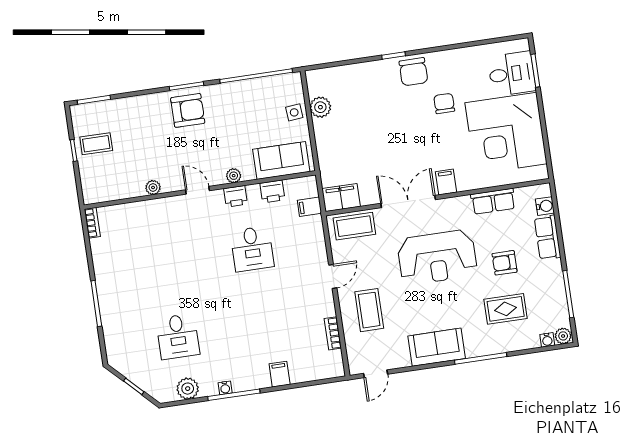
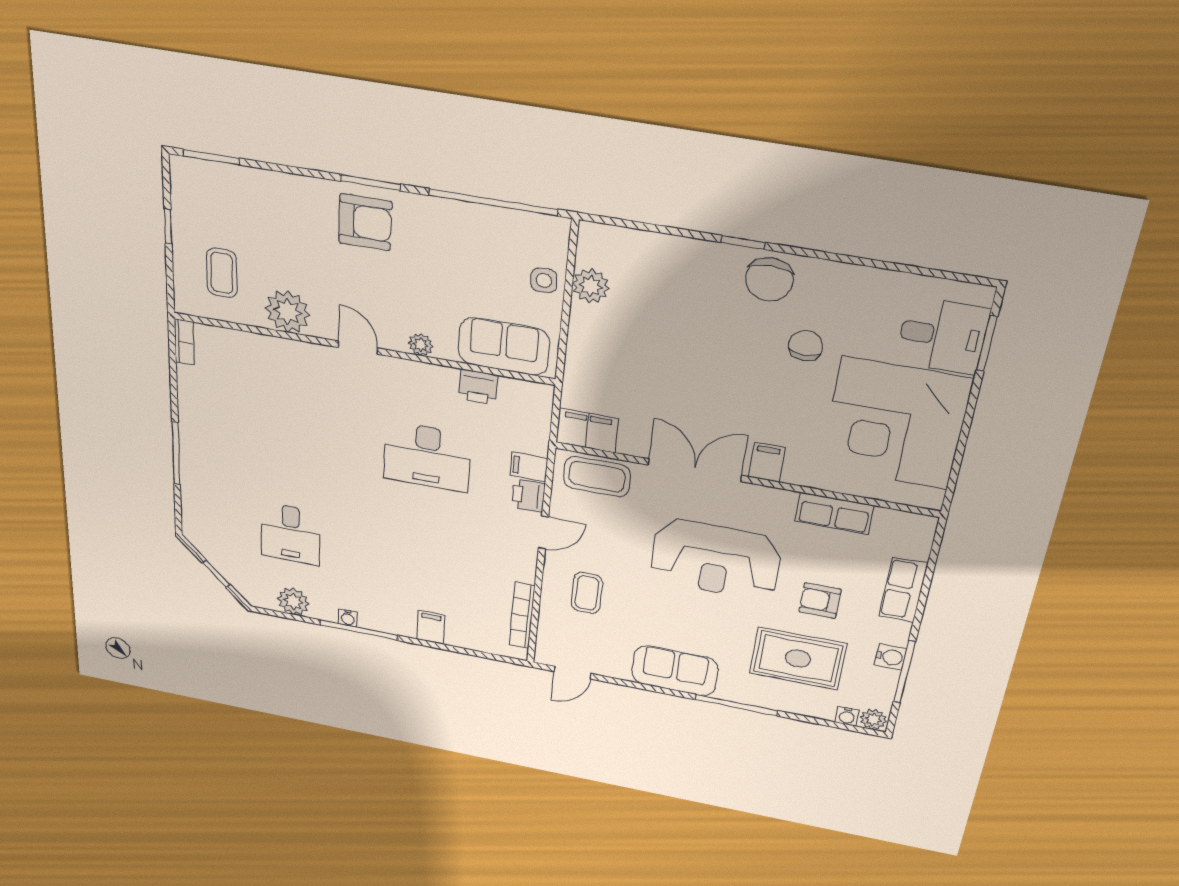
coffee table: (96, 144) -> (222, 273), moved, turned 90
plant: (153, 187) -> (288, 312), width x1.88, depth x1.88
printer: (236, 196) -> (528, 496), moved, turned 90
water cooler: (545, 206) -> (890, 657), moved
filing cabinet: (309, 207) -> (529, 467), moved
desk: (252, 249) -> (427, 456), width x1.37
rug: (506, 309) -> (798, 659), width x1.36, depth x1.43
coffee table: (369, 310) -> (587, 593), width x0.73, depth x0.77
bookcase: (333, 333) -> (522, 615), width x1.56

